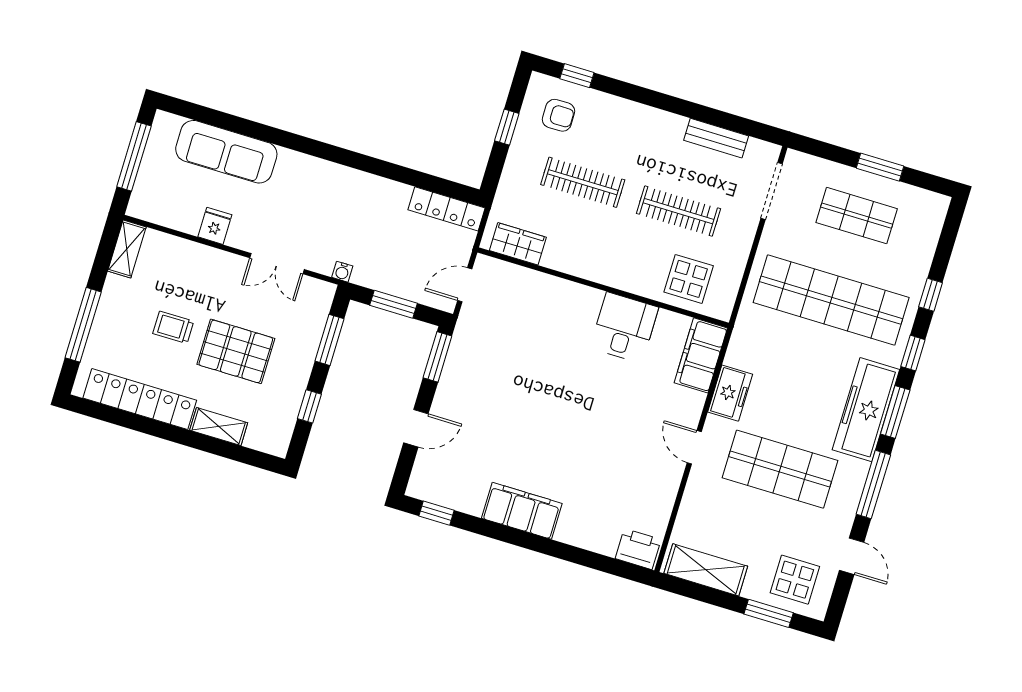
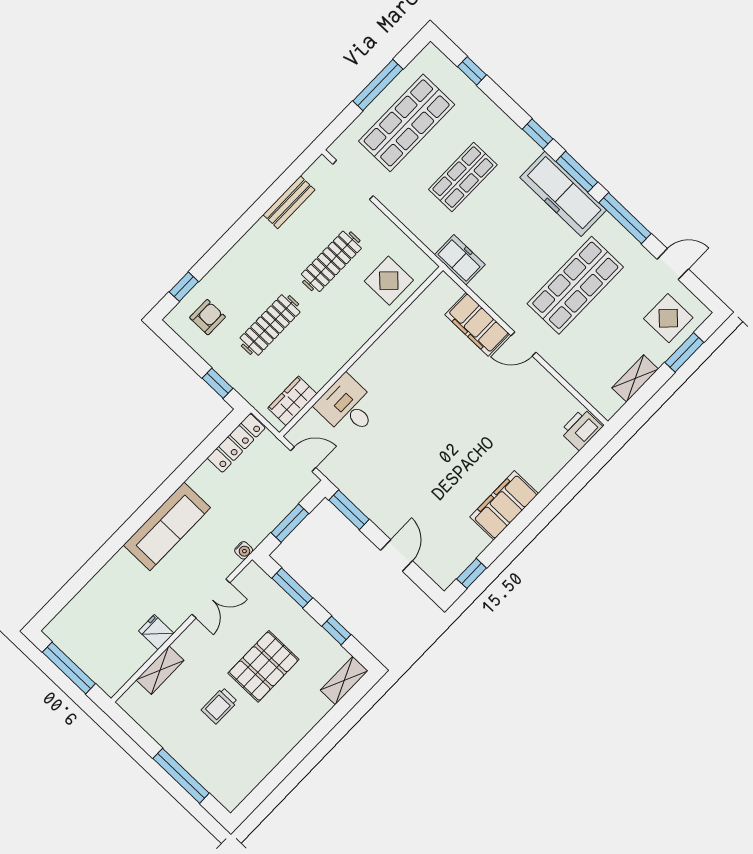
window: (507, 127) -> (218, 383), moved
sofa: (226, 152) -> (167, 526), moved
window: (880, 167) -> (378, 85), width x1.44
shop shelf: (857, 216) -> (407, 123), width x1.43, depth x1.36
shelving: (127, 249) -> (160, 670), moved, turned 90
door: (465, 285) -> (303, 459), swing flipped
window: (931, 295) -> (472, 71), moved
shop shelf: (831, 300) -> (463, 177), width x0.50, depth x0.74
desk: (624, 328) -> (348, 407), moved
filing cabinet: (701, 355) -> (477, 324), moved
freezer: (730, 393) -> (460, 260), moved
locker: (140, 399) -> (262, 761), removed
shelving: (219, 427) -> (344, 680), moved
shelving: (706, 570) -> (635, 378), width x0.67, depth x0.75

